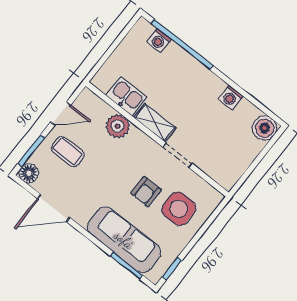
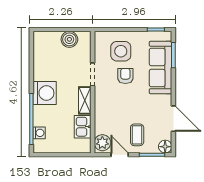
washing machine: (231, 97) -> (45, 93), moved, width x1.89, depth x1.89
plant: (118, 126) -> (102, 143), moved
boiler: (265, 128) -> (69, 39), moved
armchair: (146, 192) -> (125, 76), turned -90

